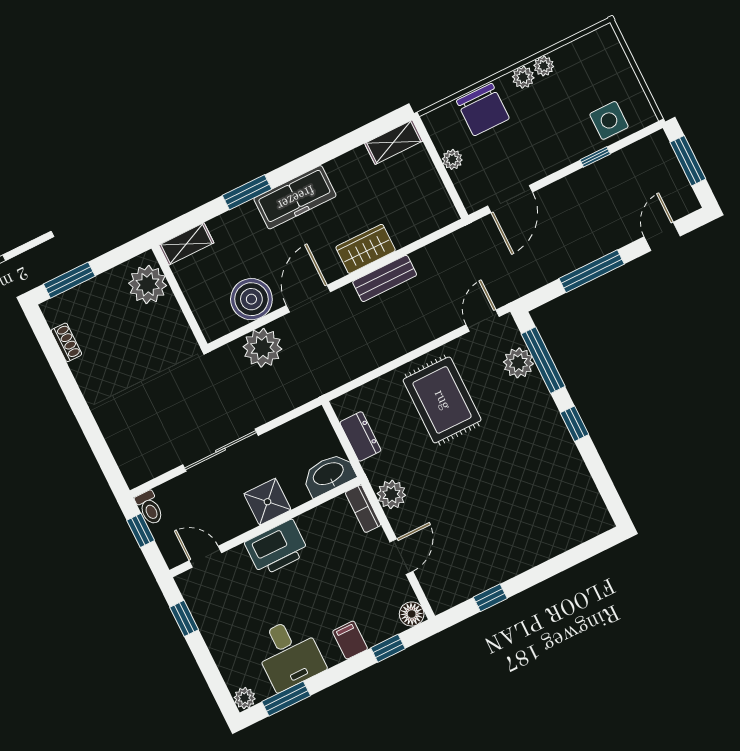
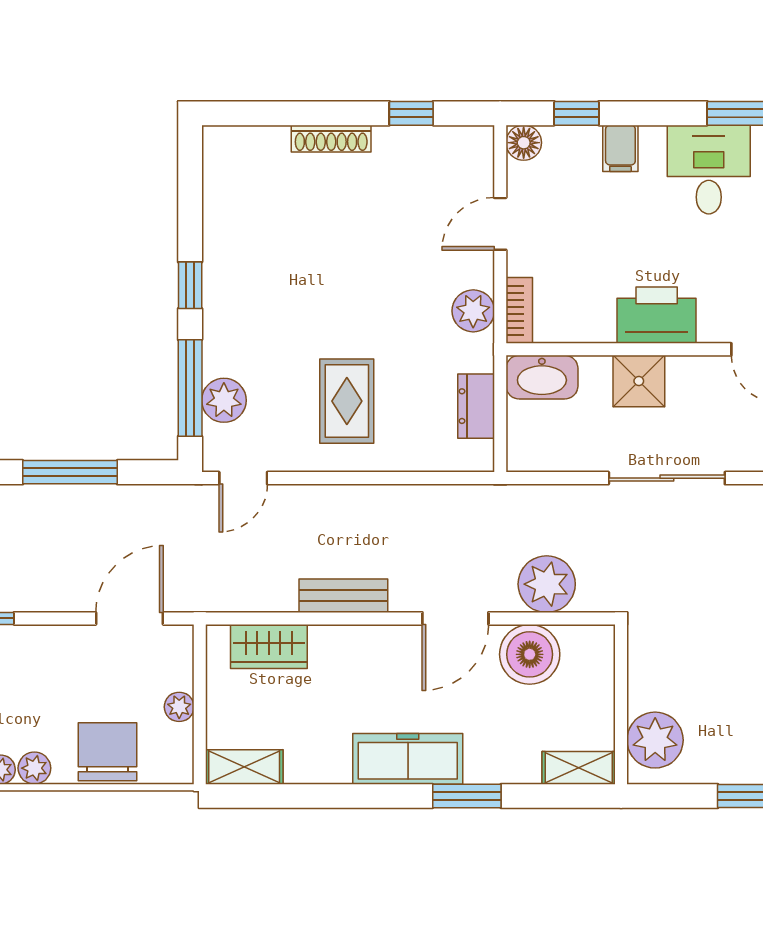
wardrobe: (366, 249) -> (269, 646), moved
rug: (442, 400) -> (347, 401), width x0.73, depth x0.70
shoe rack: (532, 558) -> (331, 139), added

